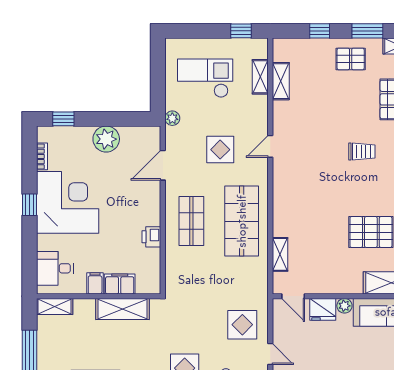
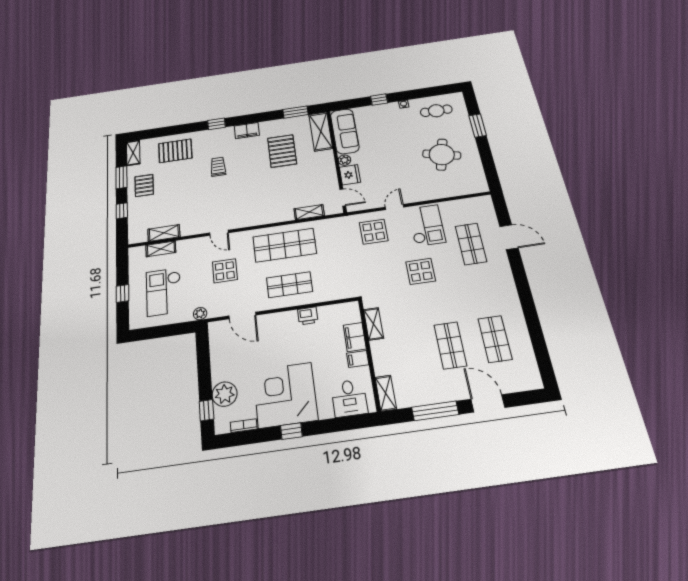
window: (241, 31) -> (123, 293), moved
plant: (106, 139) -> (225, 394), moved
door: (293, 296) -> (343, 197), hinge flipped
shelving: (123, 309) -> (374, 324), width x0.67, depth x0.75

